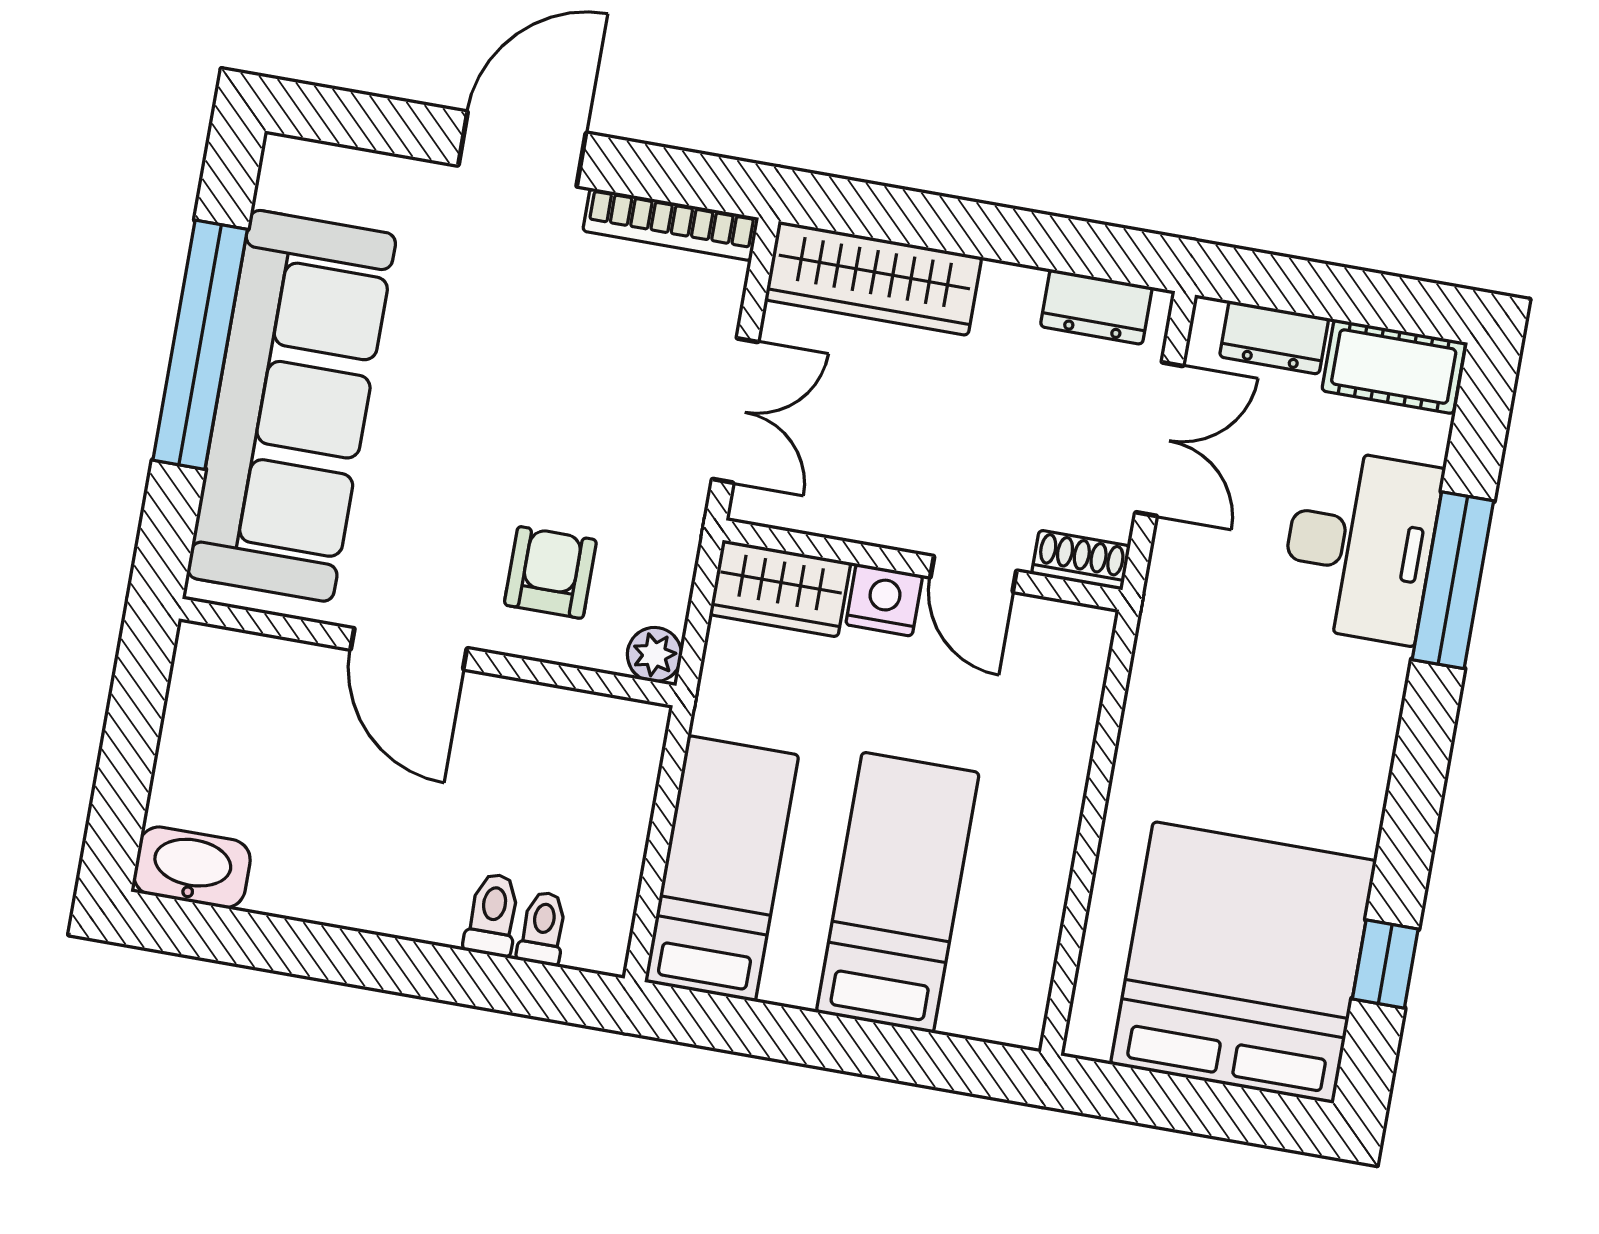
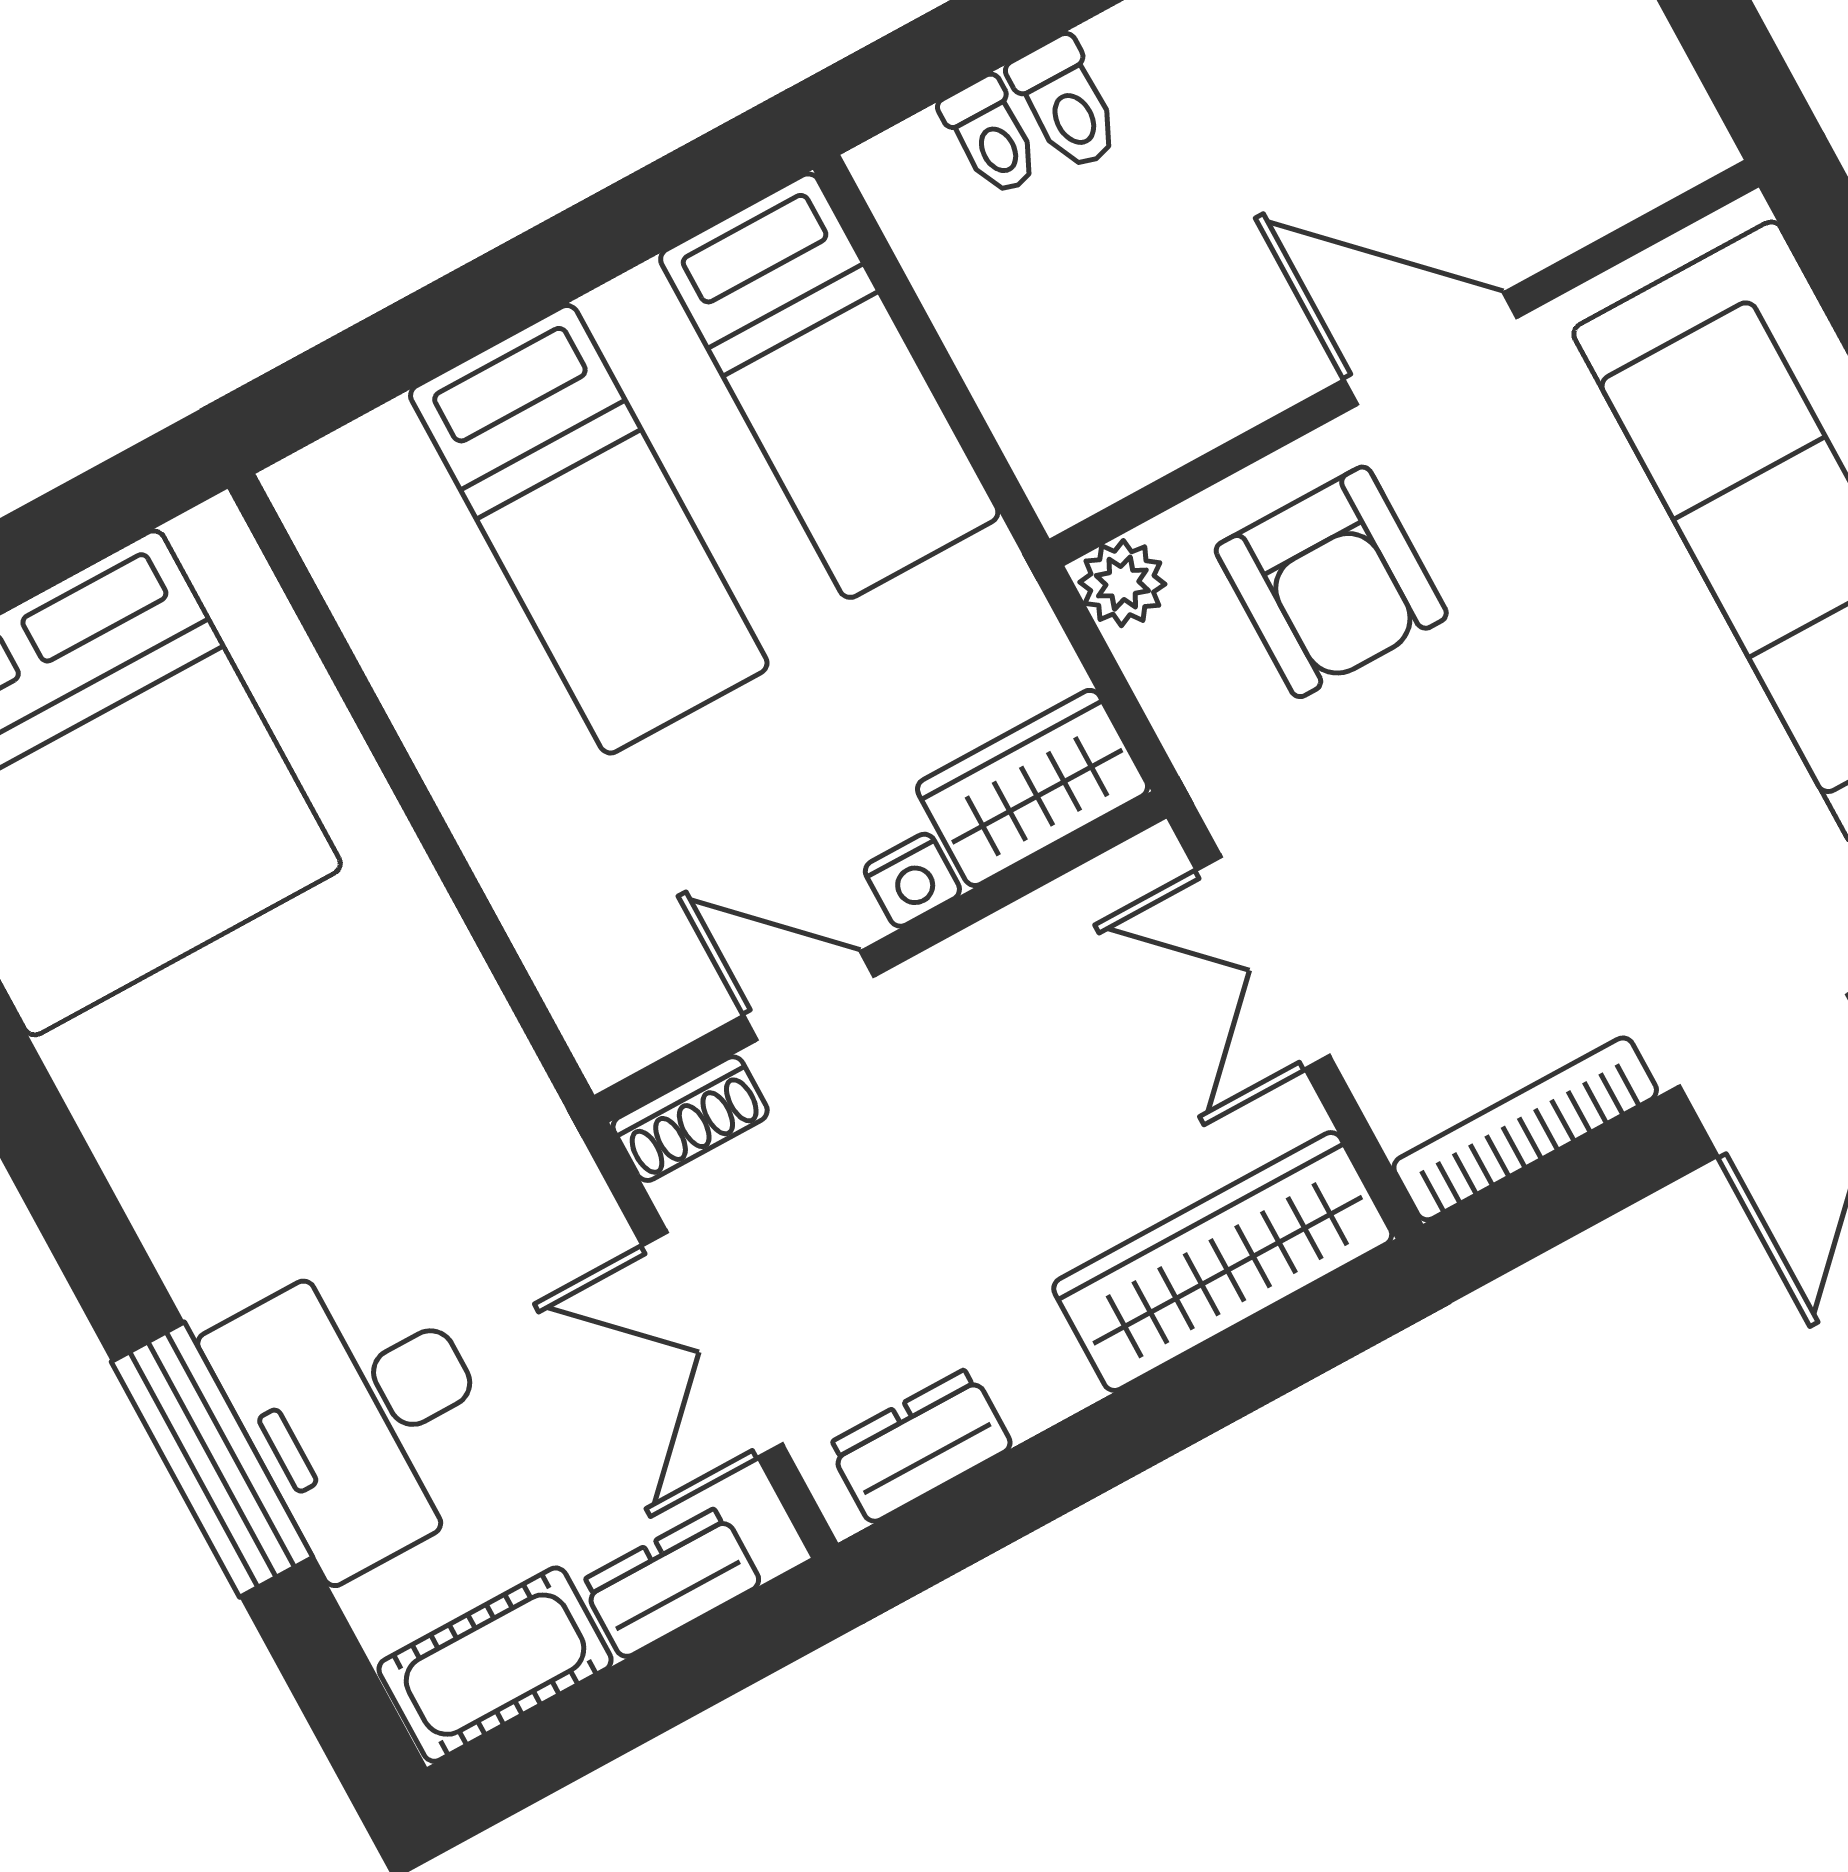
armchair: (550, 572) -> (1331, 582), width x1.38, depth x1.38
nightstand: (884, 600) -> (912, 880), width x0.72, depth x0.74

